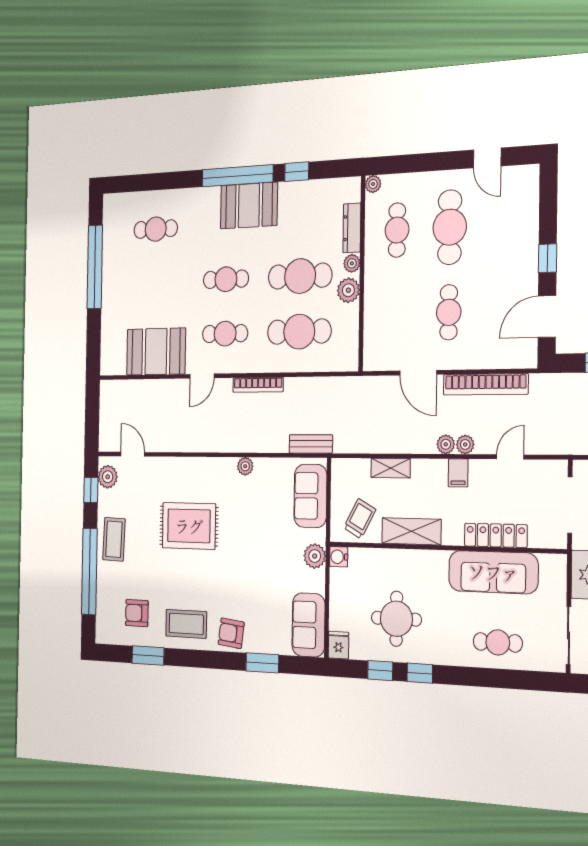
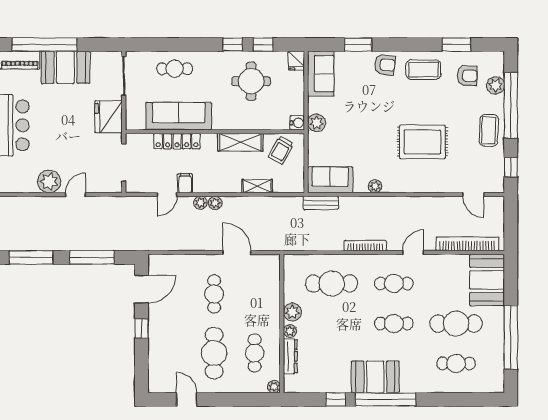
cafe table: (300, 276) -> (456, 324), moved
booth: (156, 352) -> (487, 280), moved, turned 90
bookcase: (486, 384) -> (467, 244), moved
filing cabinet: (458, 473) -> (185, 183), moved
plant: (108, 477) -> (495, 85), moved
sofa: (310, 496) -> (330, 180), moved, turned -90

